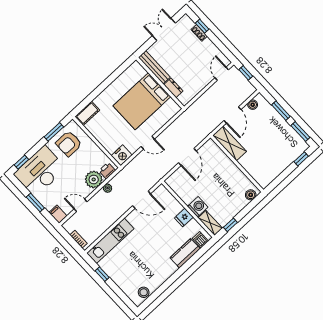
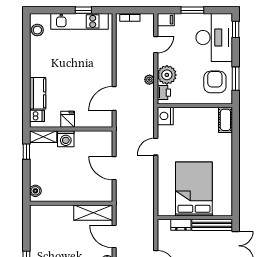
bench: (154, 67) -> (212, 225), moved
wall: (160, 83) -> (195, 218), moved
dresser: (173, 88) -> (181, 225), moved
bed: (142, 101) -> (194, 189), moved
kitchen unit: (110, 241) -> (80, 21), moved, turned -90

